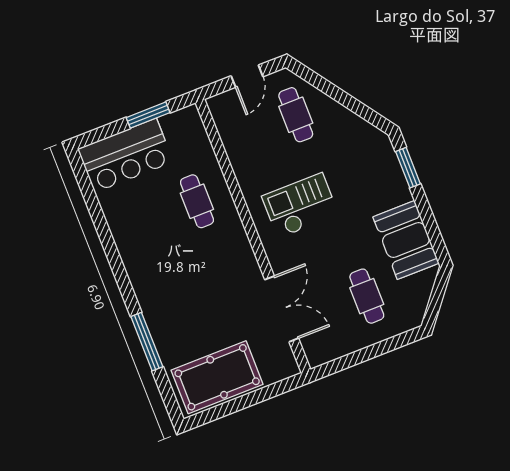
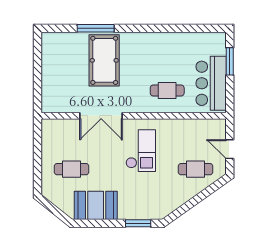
window: (148, 115) -> (230, 61), moved
bar counter: (126, 155) -> (211, 83), moved
double door: (282, 309) -> (101, 116), moved
pool table: (217, 377) -> (104, 60), moved

